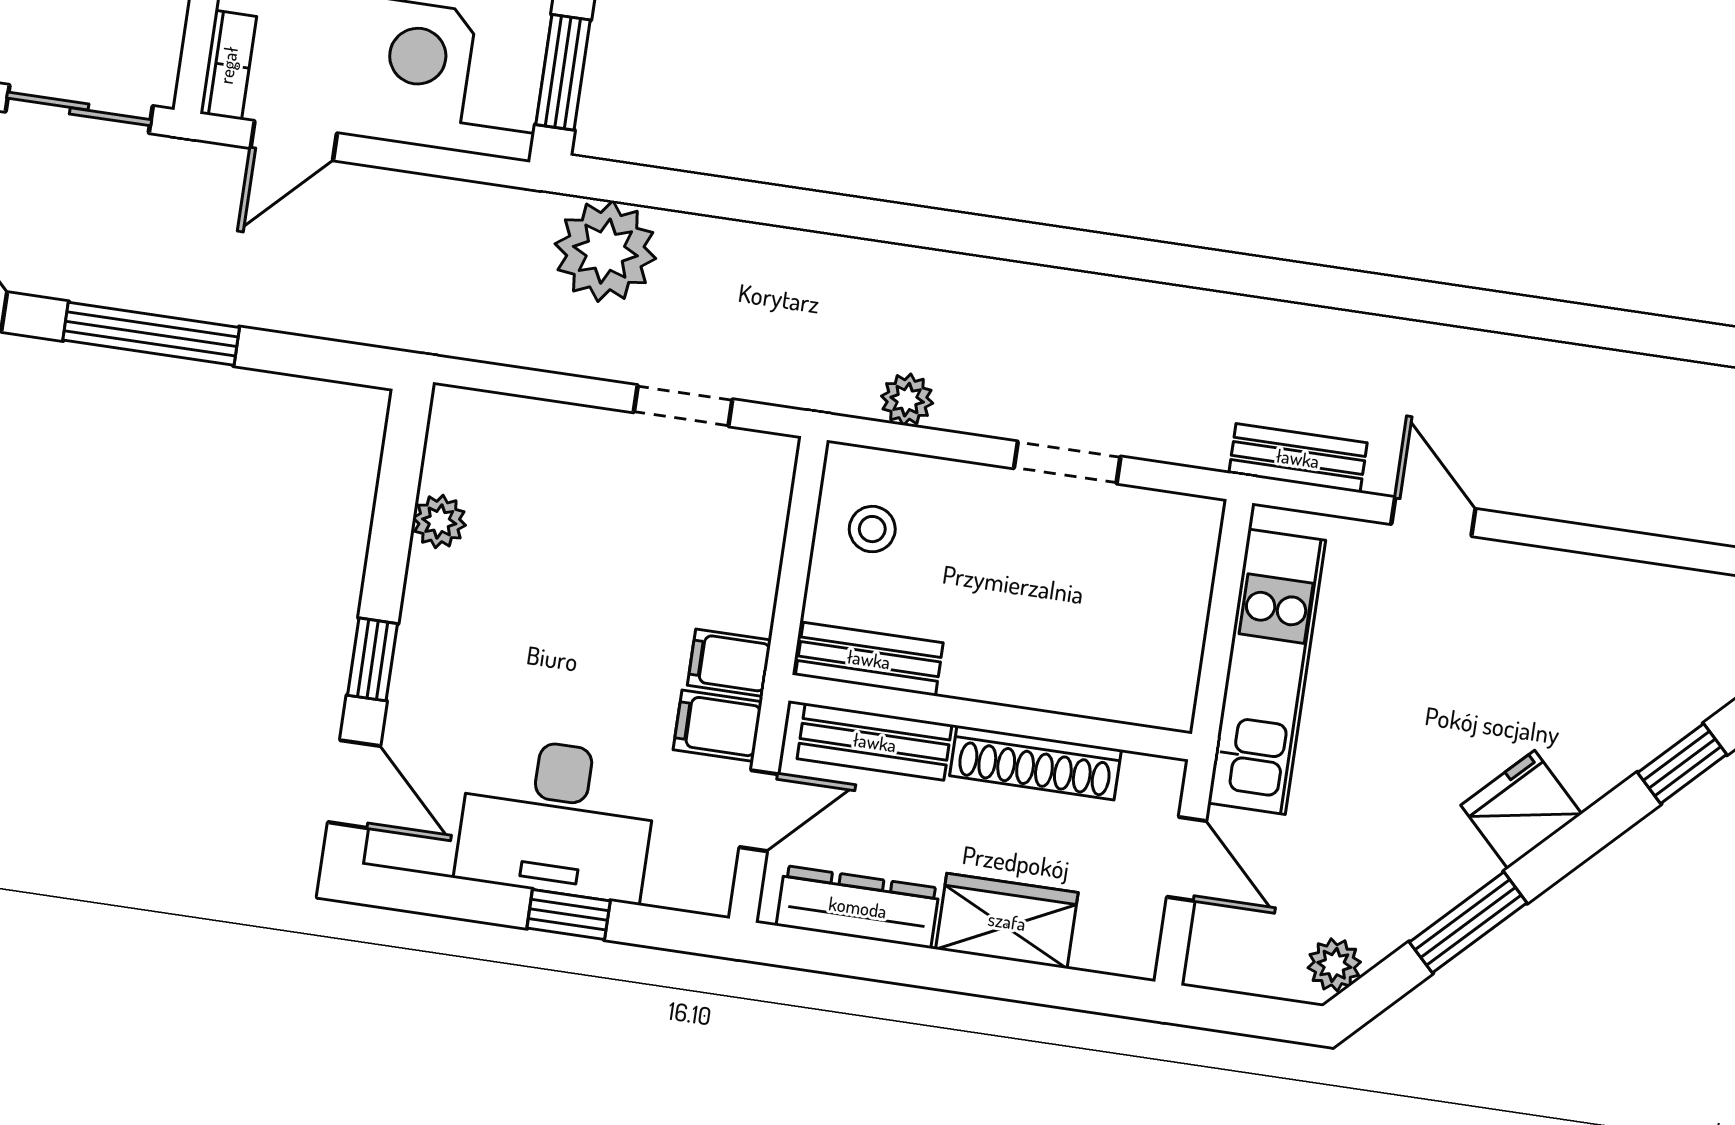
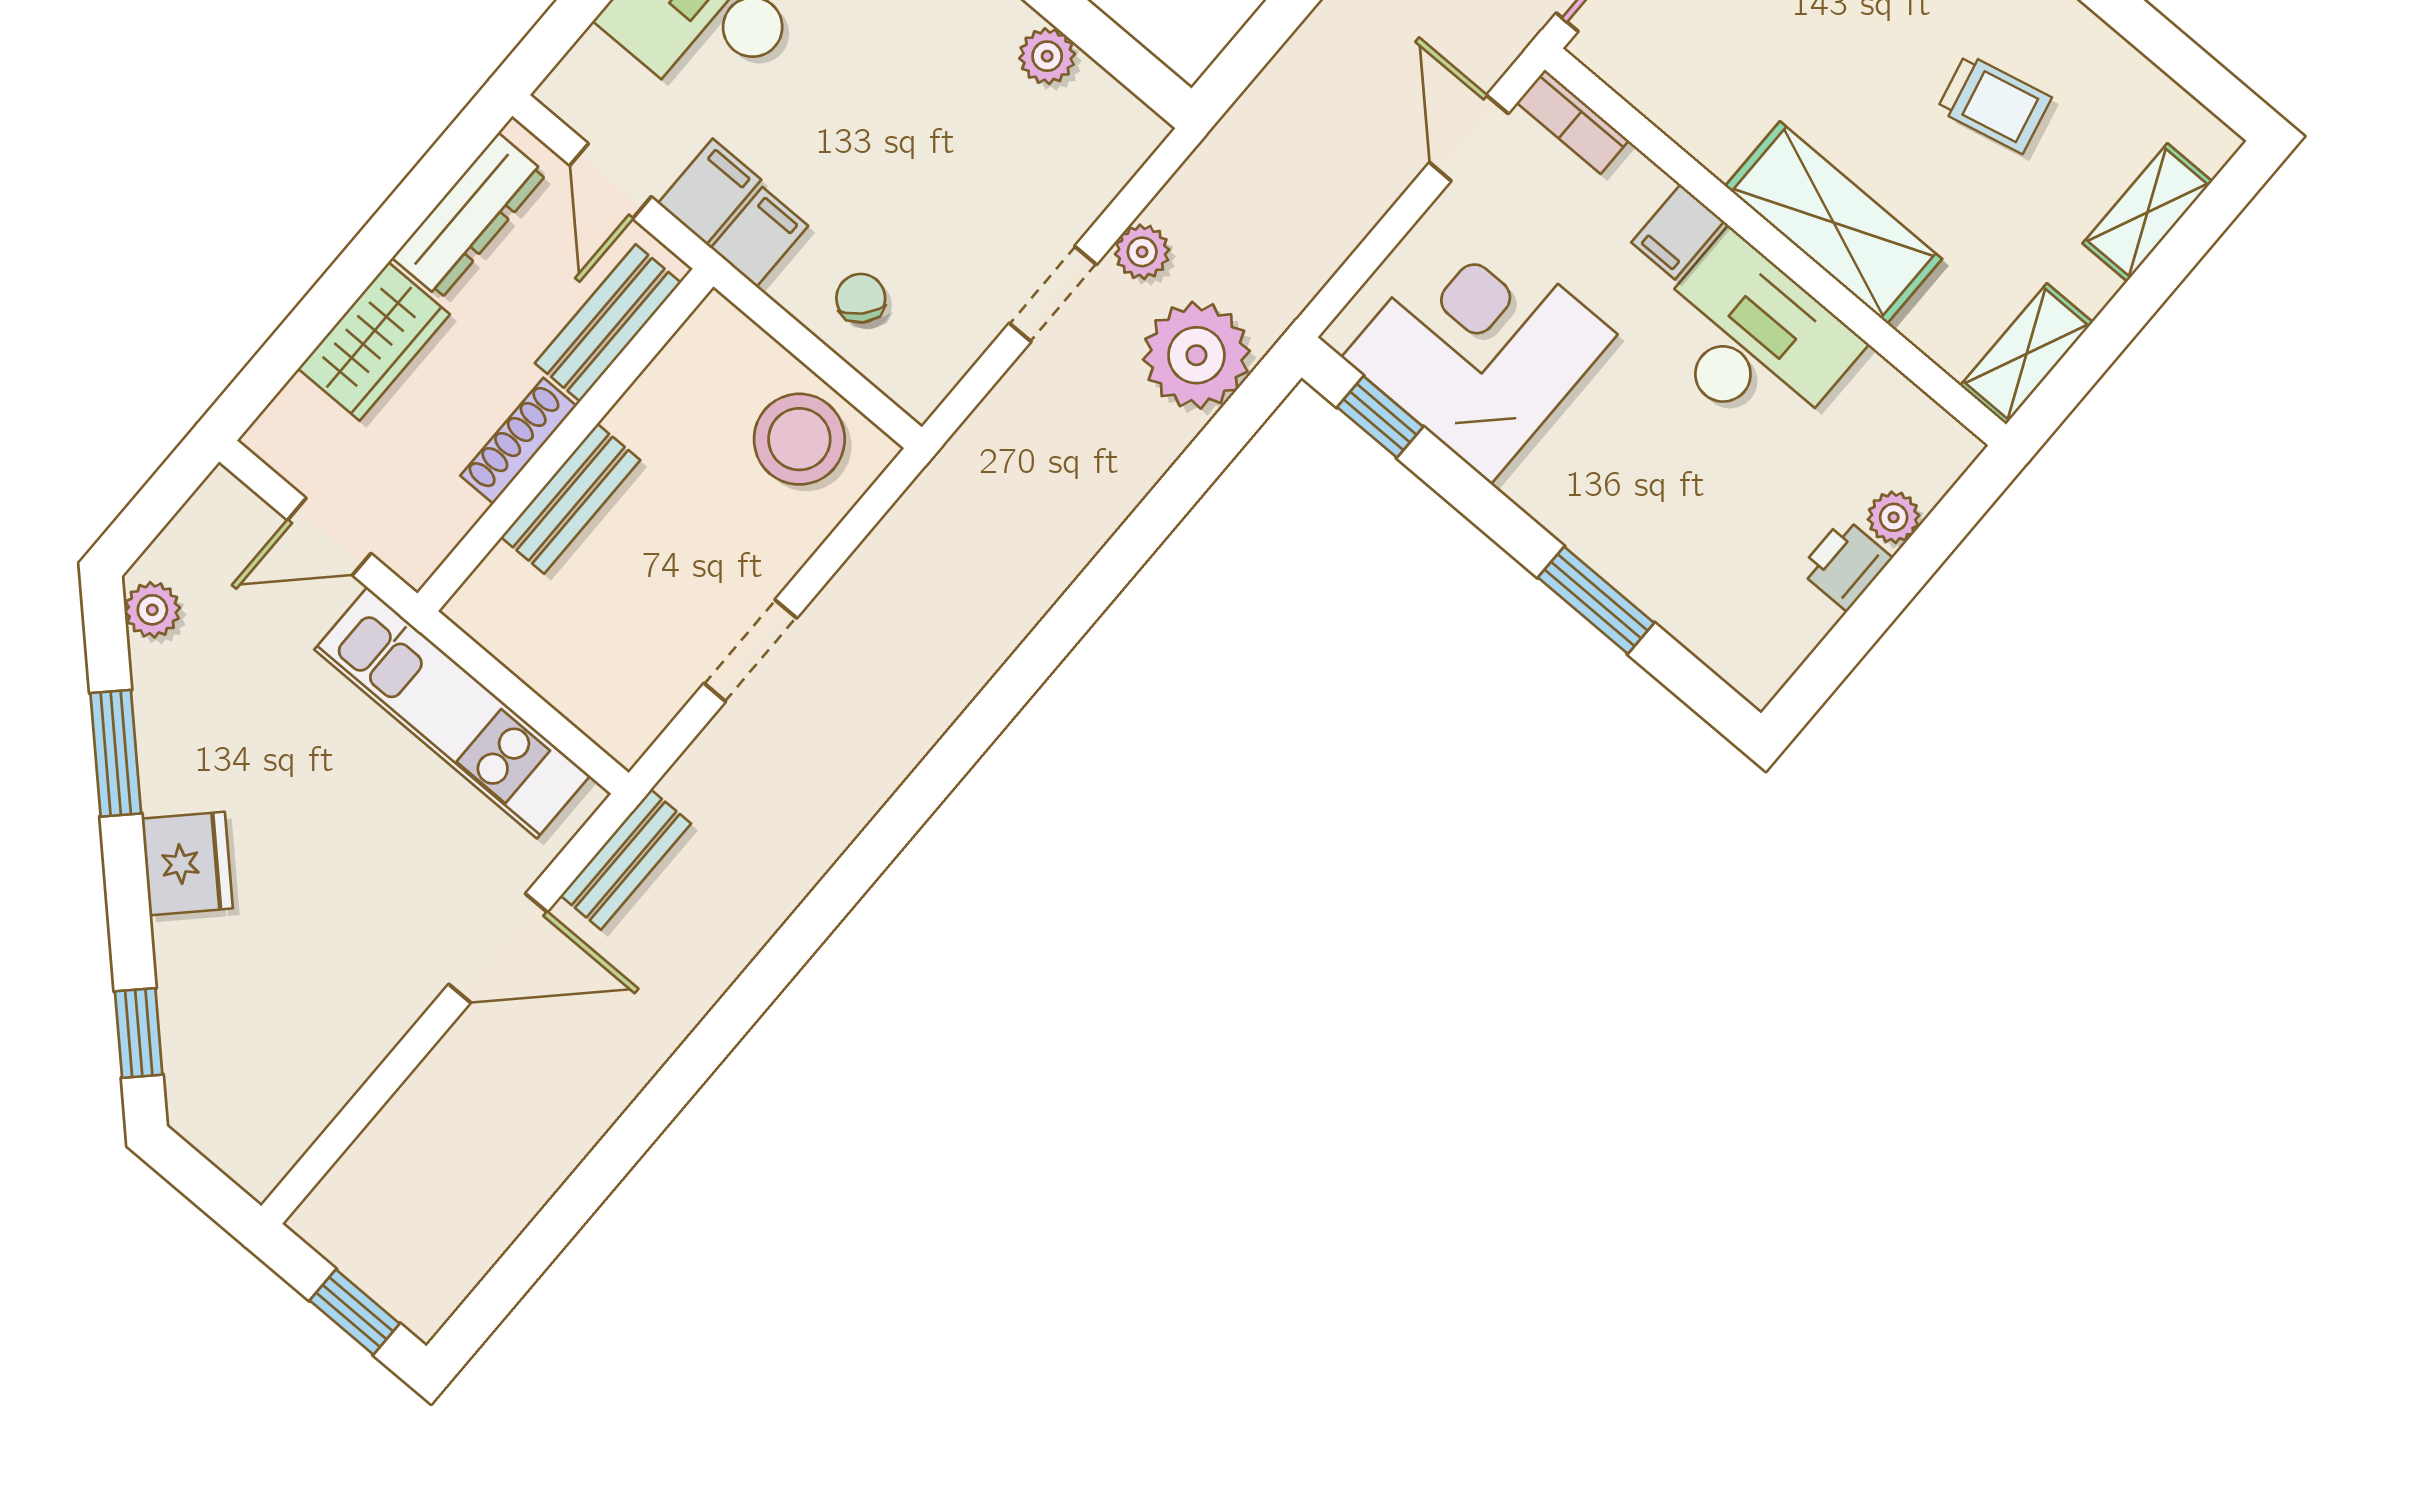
window: (563, 72) -> (1380, 417), width x0.67
plant: (907, 400) -> (1142, 252), moved
doorway: (683, 406) -> (1053, 294), moved
door: (1433, 517) -> (498, 948), width x1.38
stool: (872, 529) -> (799, 439), width x1.89, depth x1.89
chair: (728, 550) -> (861, 298), added
bench: (869, 659) -> (571, 499), moved
shoe rack: (1035, 763) -> (518, 441), width x0.74, depth x0.81

